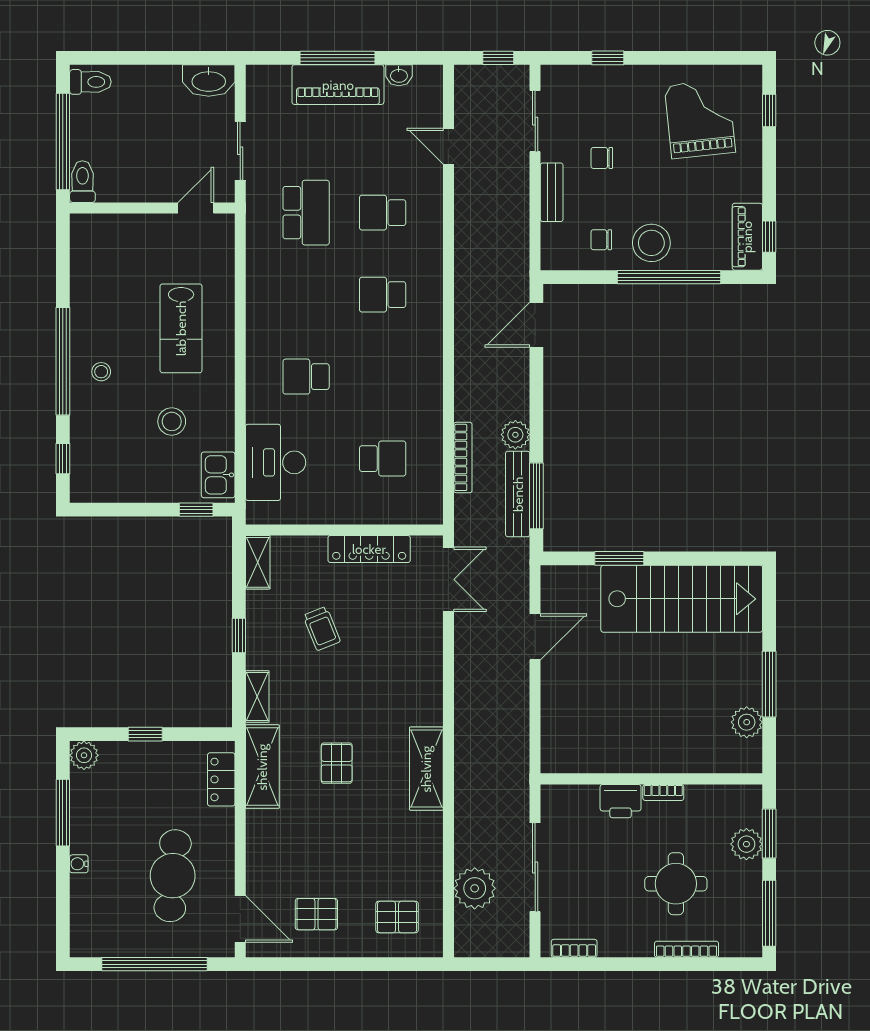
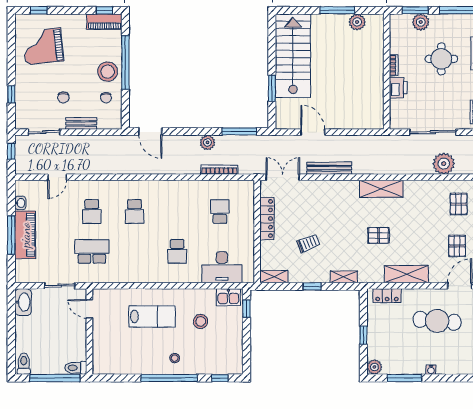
bench: (518, 494) -> (329, 168), moved
shelving: (262, 767) -> (406, 274), moved

